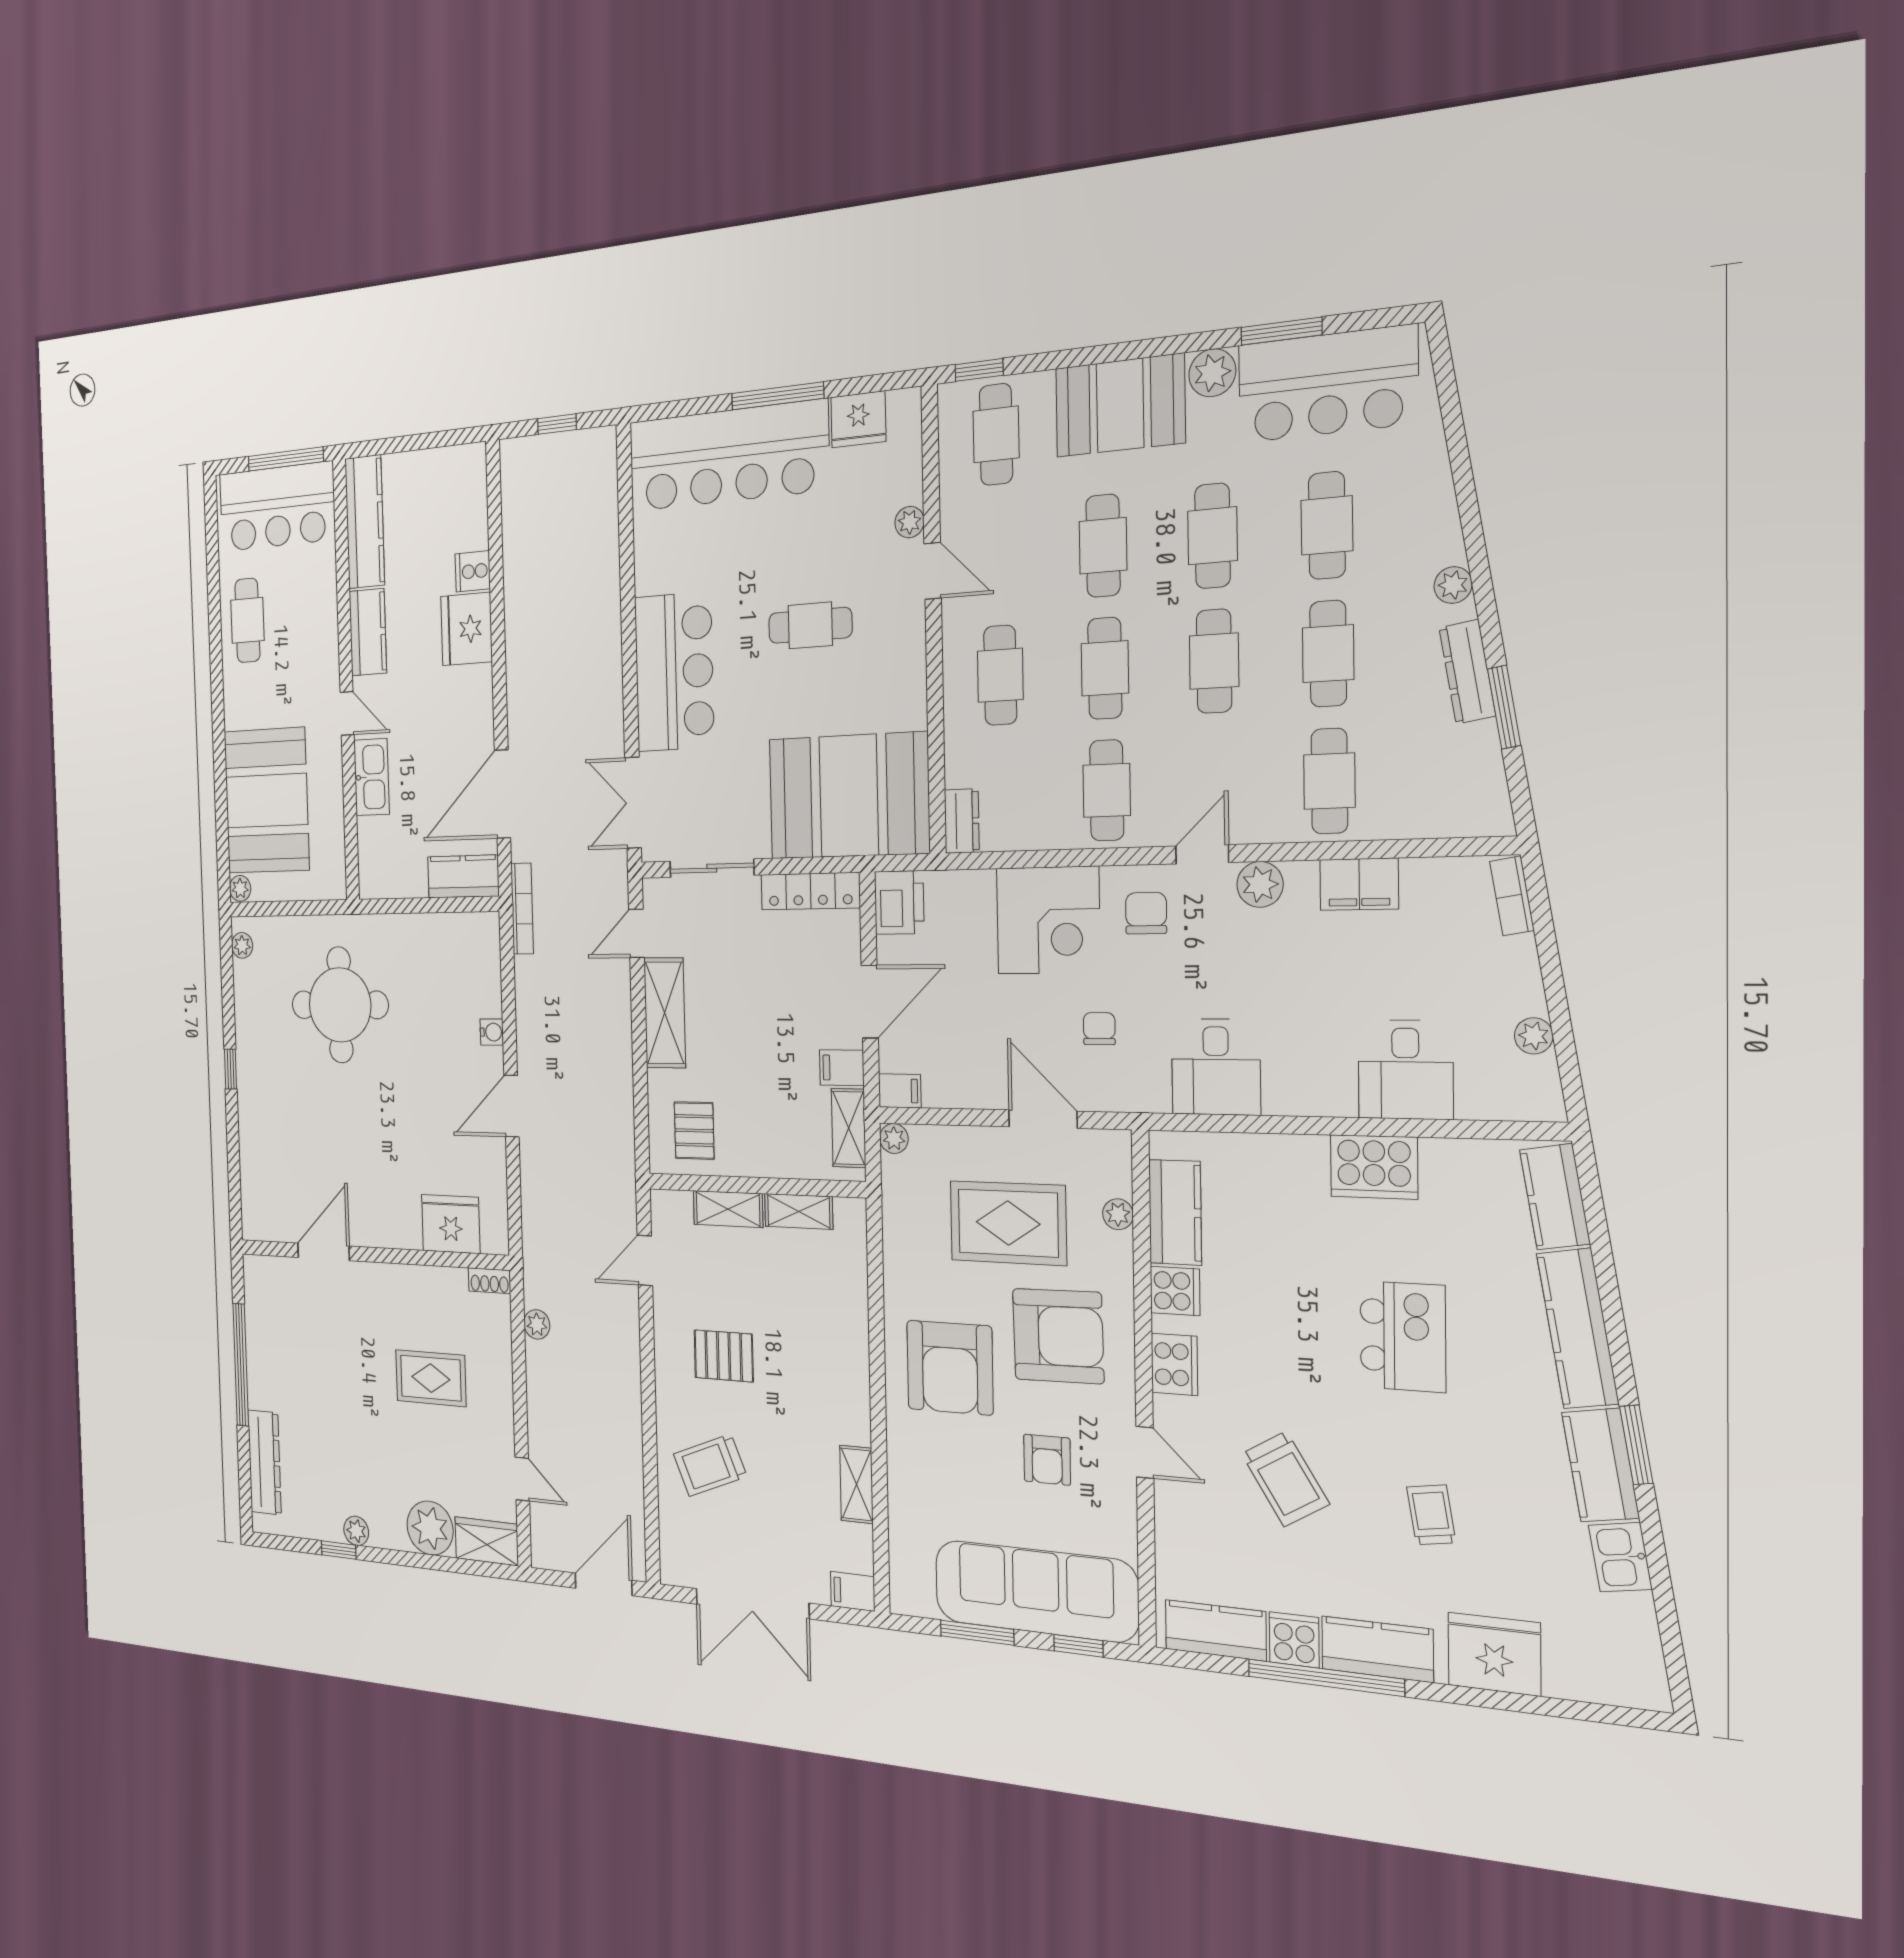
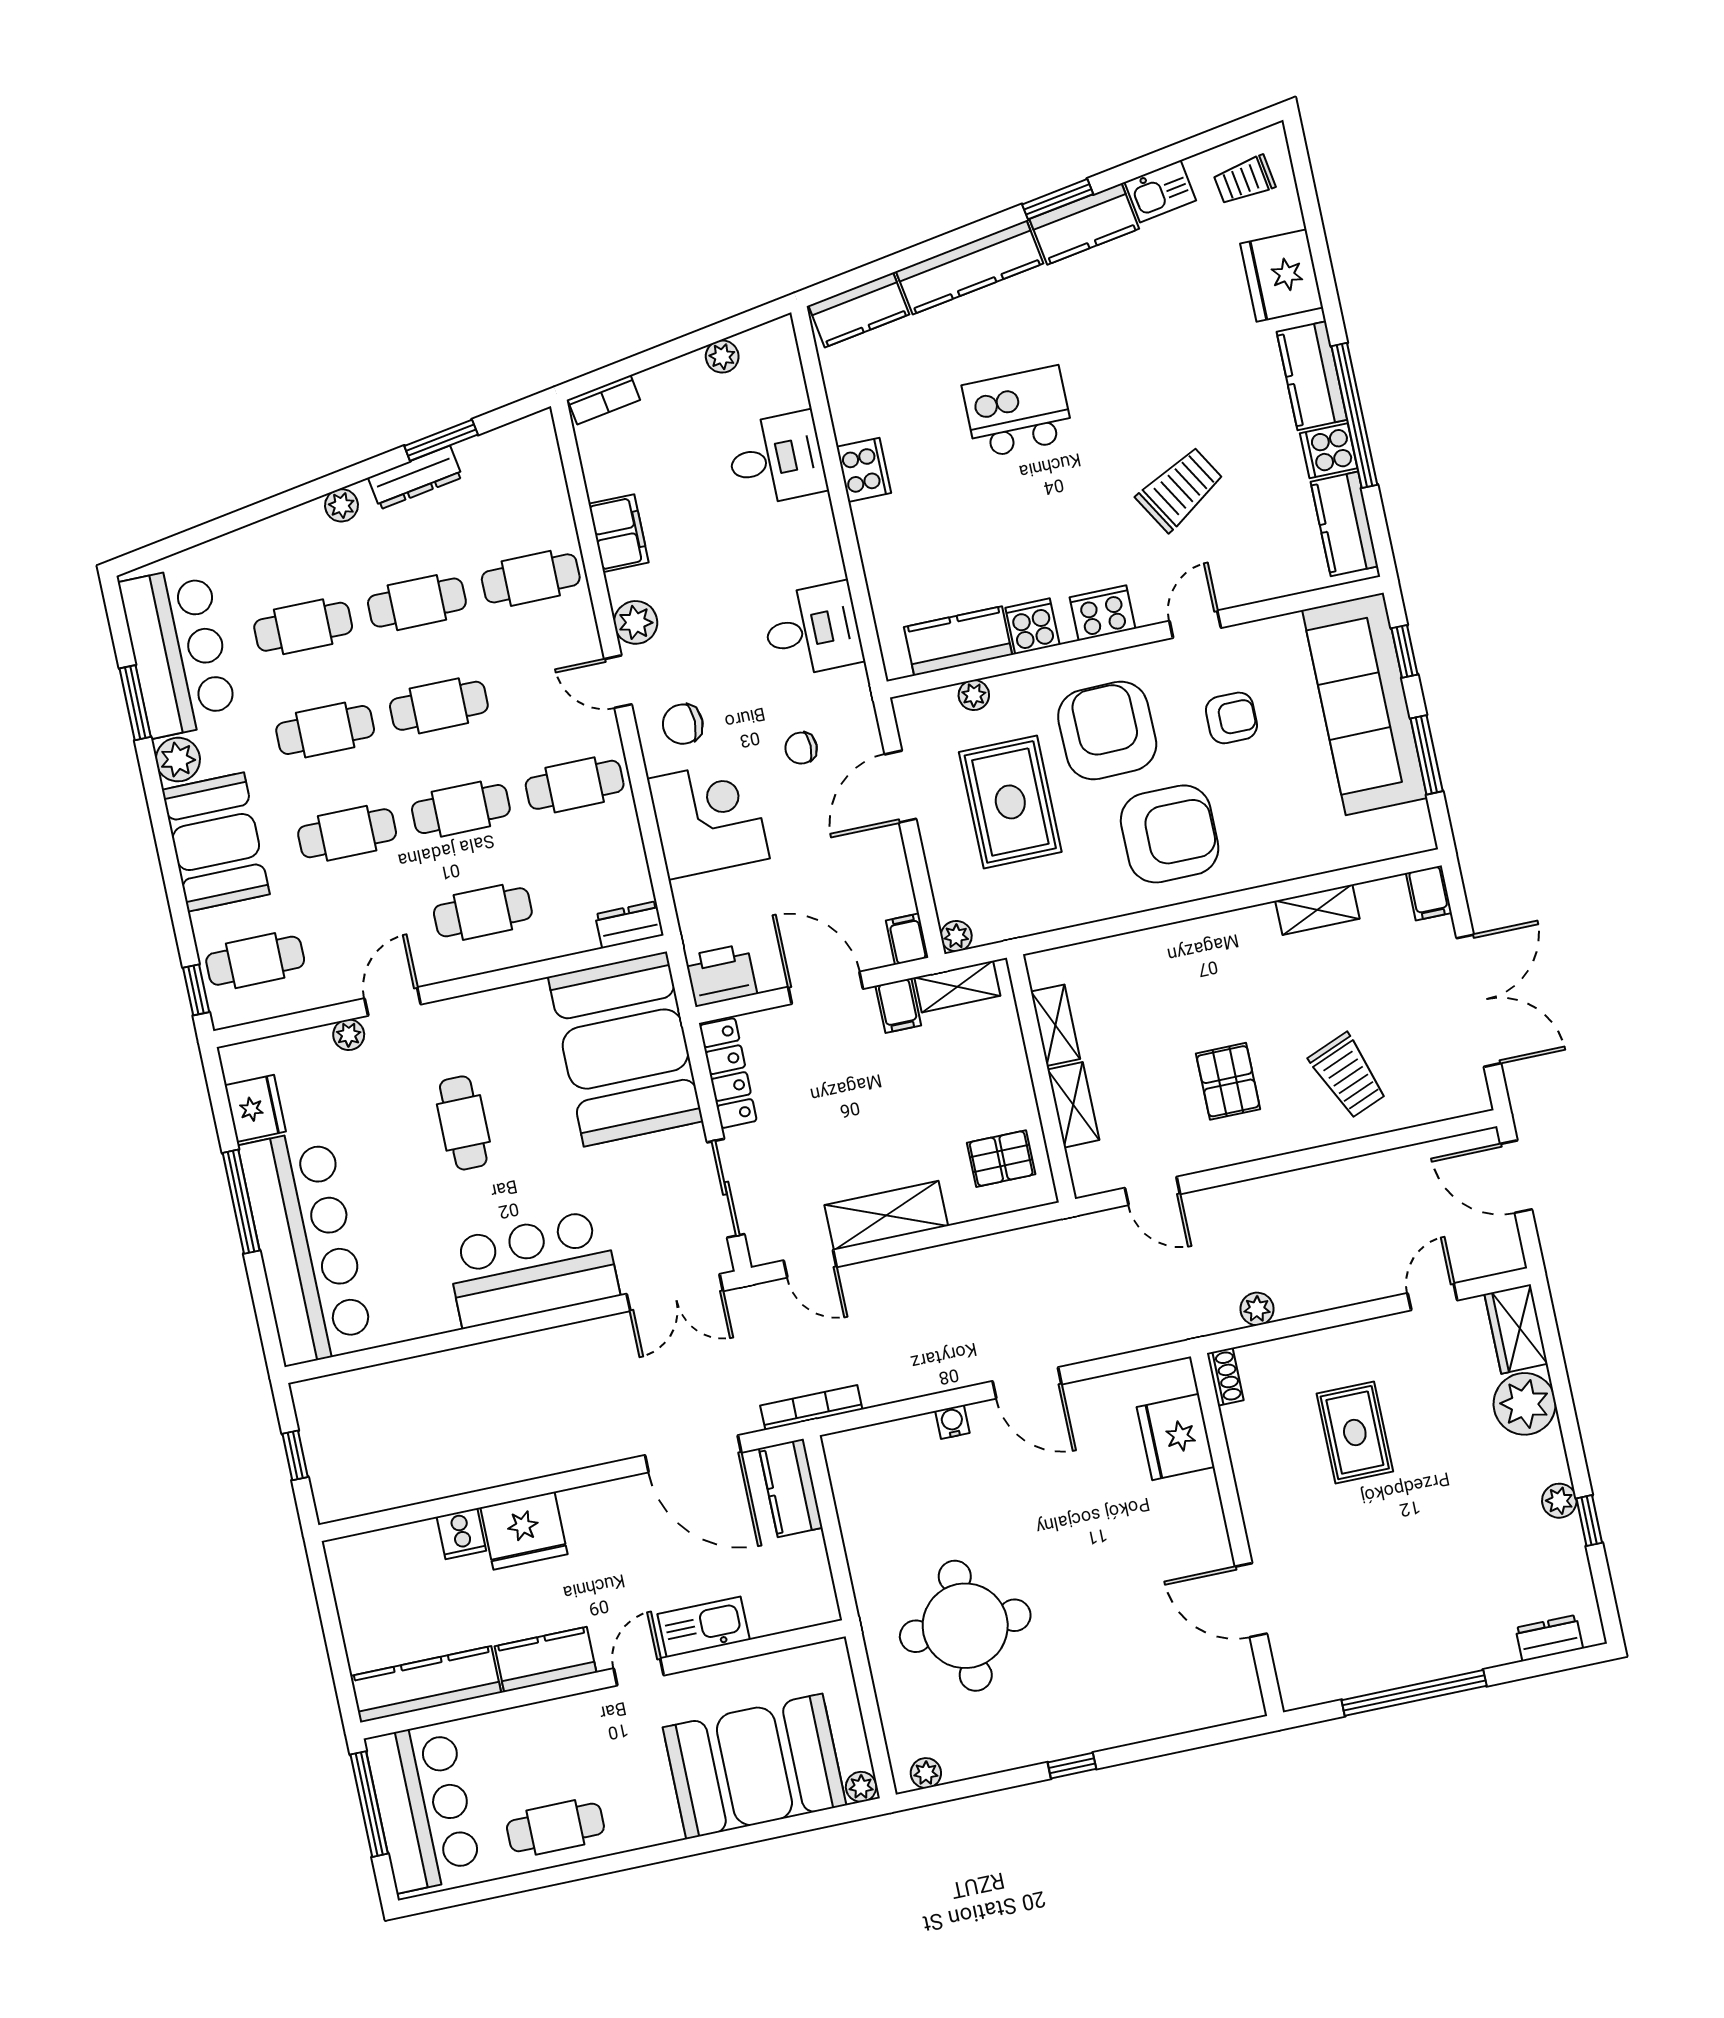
cooker: (1374, 1167) -> (864, 470), width x0.73, depth x0.76
dresser: (265, 1462) -> (1549, 1638), width x0.51, depth x0.80
trolley: (1431, 1515) -> (1244, 180), moved

